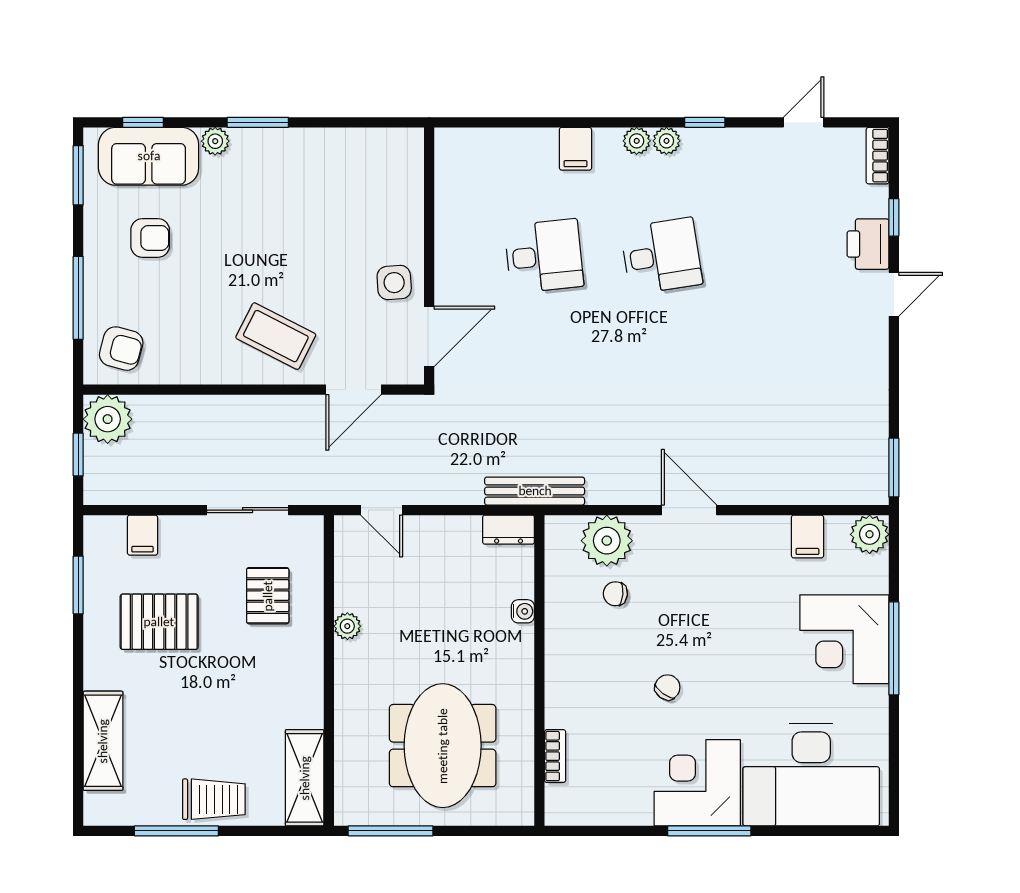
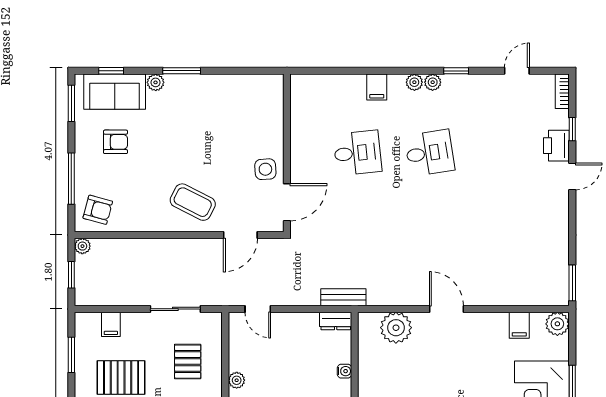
plant: (108, 419) -> (82, 246), width x0.53, depth x0.53
bench: (535, 491) -> (343, 297), width x0.73
chair: (615, 594) -> (401, 360), removed

